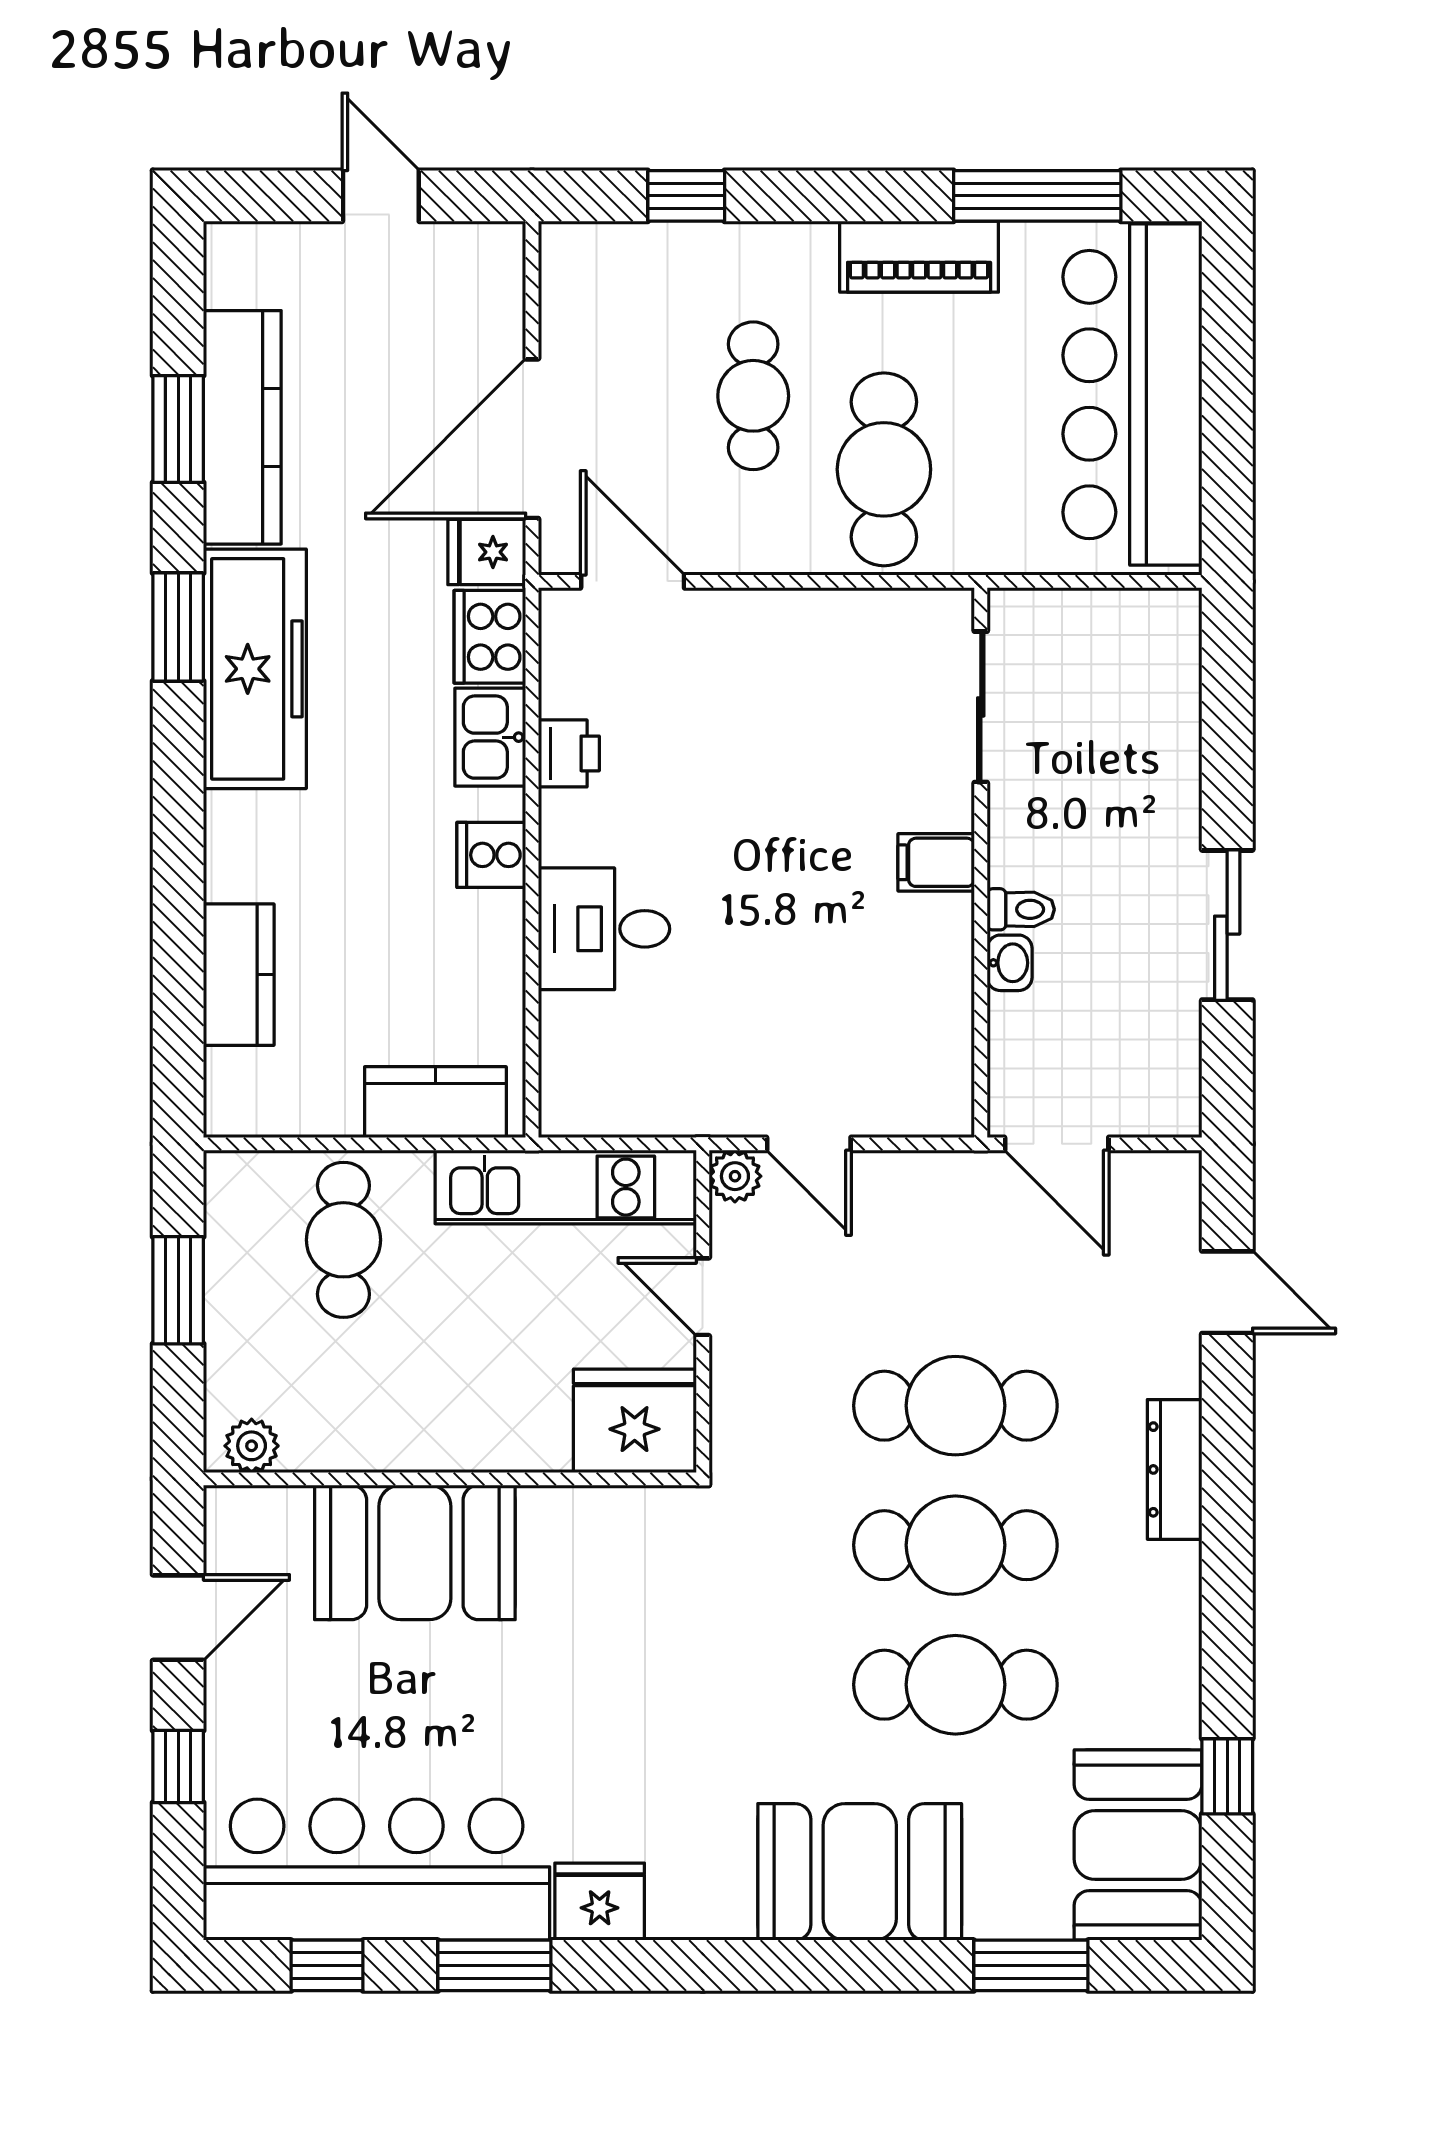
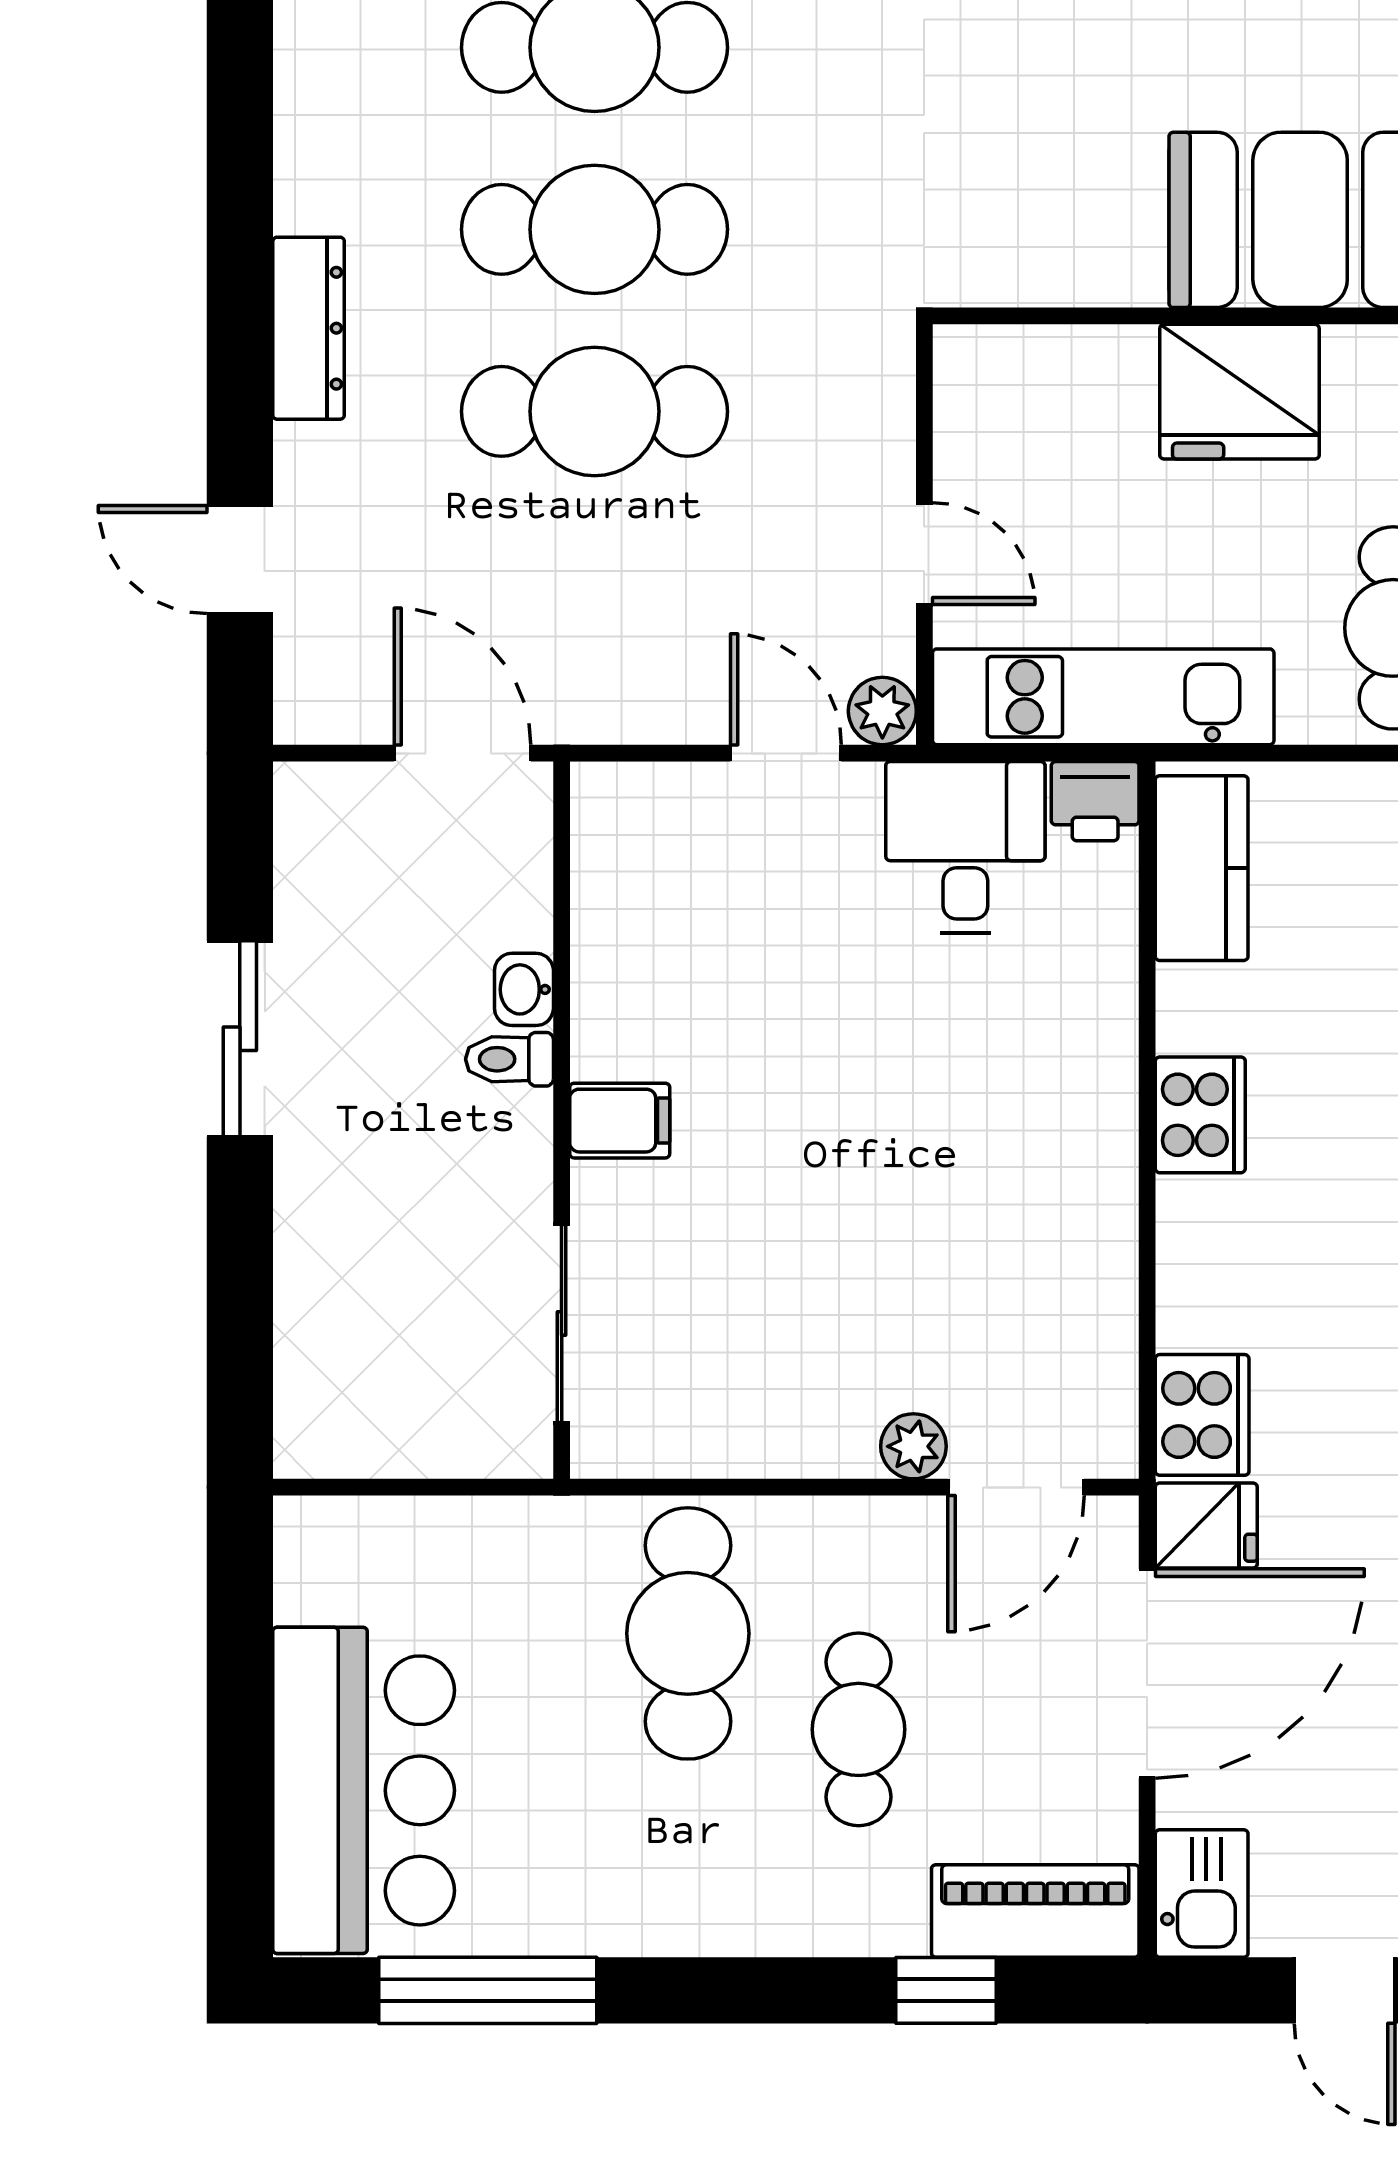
piano: (919, 257) -> (1035, 1911), moved
bar counter: (1132, 395) -> (364, 1790), width x0.73
door: (633, 581) -> (1016, 1487), hinge flipped
plant: (711, 613) -> (913, 1446), added
kitchen sink: (490, 737) -> (1202, 1893), moved
printer: (569, 753) -> (1095, 801), moved, turned -90
cooker: (491, 855) -> (1200, 1115), width x1.36
desk: (604, 929) -> (965, 847), moved, turned -90
kitchen counter: (435, 1102) -> (1202, 868), moved, turned -90
fridge: (635, 1421) -> (1239, 392), moved

